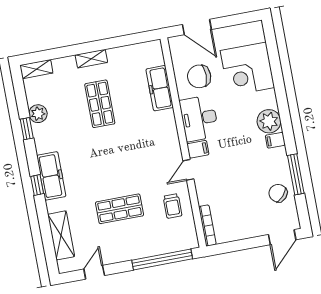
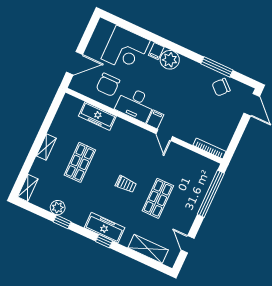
shop shelf: (100, 104) -> (80, 162), turned 90
filing cabinet: (275, 140) -> (156, 51), moved
trolley: (173, 206) -> (126, 184), moved

